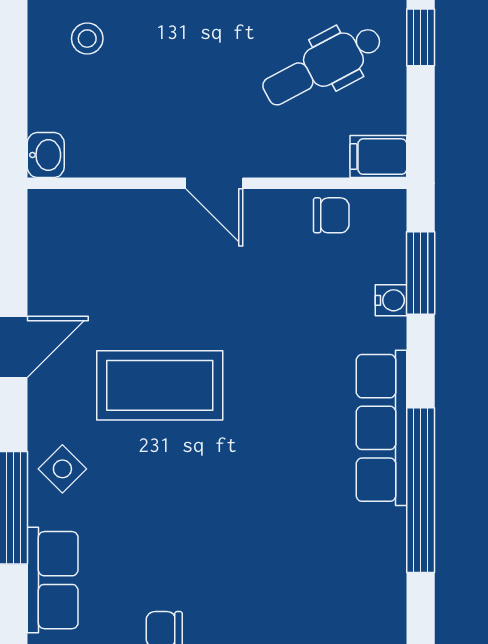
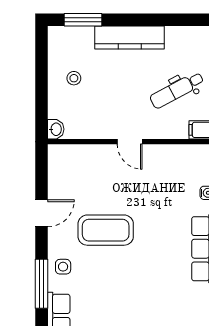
chair: (331, 215) -> (181, 156), removed
side table: (62, 469) -> (63, 267), turned 45

